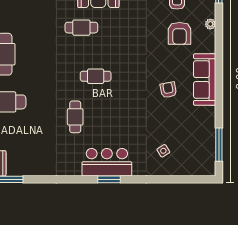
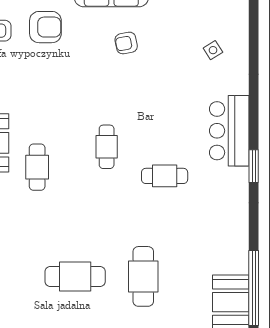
window: (109, 179) -> (254, 166), moved

